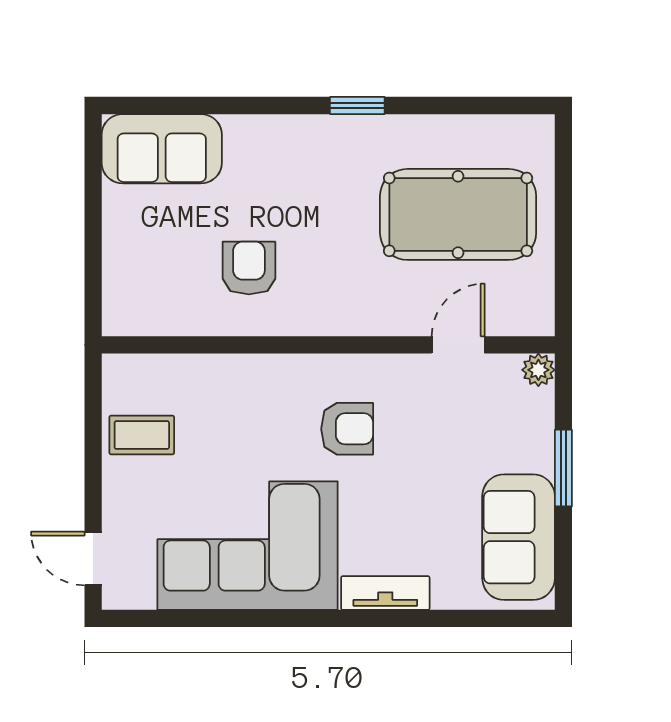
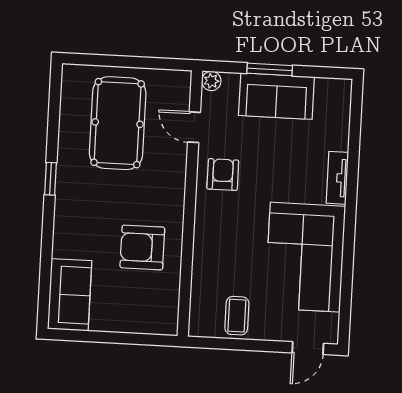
armchair: (249, 268) -> (142, 247), width x1.38, depth x1.38
armchair: (347, 429) -> (223, 175), moved
sofa: (519, 537) -> (276, 96), moved

